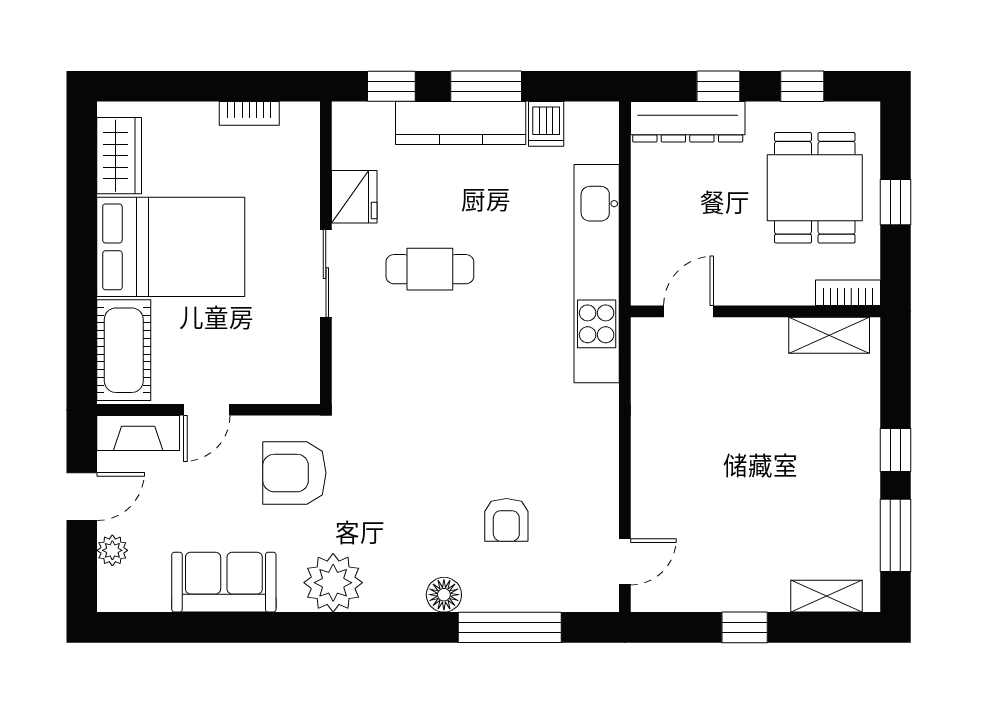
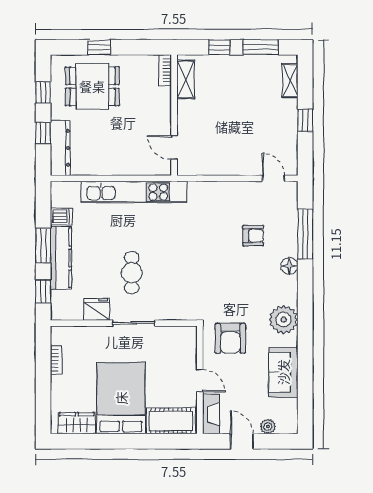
bookcase: (848, 293) -> (165, 70), moved
door: (689, 311) -> (174, 147), moved
wall: (755, 311) -> (174, 115), moved
shelving: (829, 335) -> (186, 79), moved

